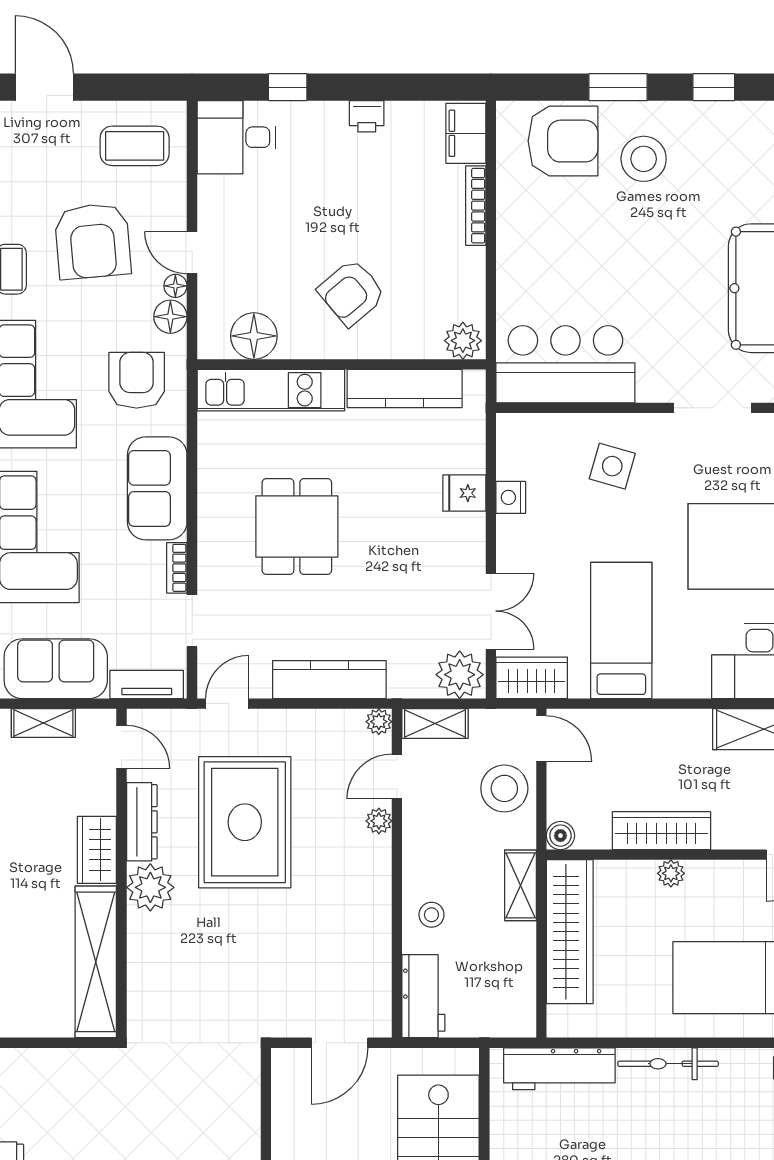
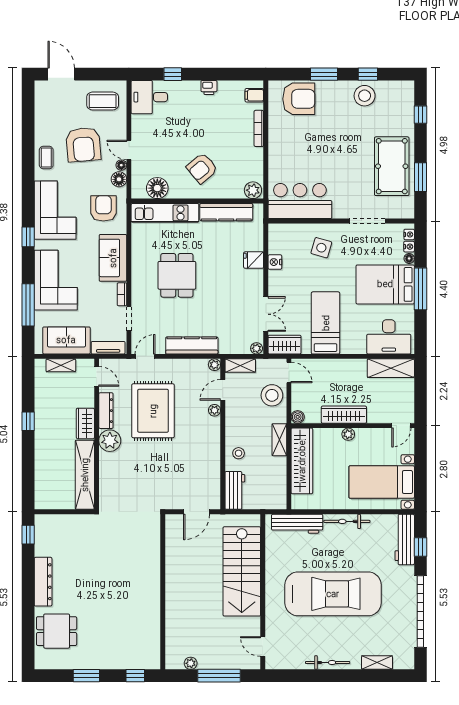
filing cabinet: (466, 133) -> (254, 95), width x0.50
stool: (644, 159) -> (365, 96), moved
plant: (460, 675) -> (257, 348), width x0.53, depth x0.53

